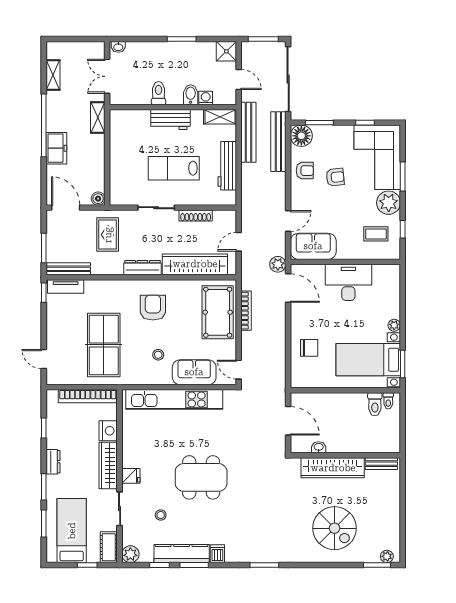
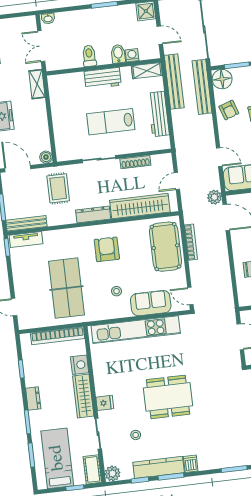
armchair: (305, 171) -> (229, 110), turned 71
door: (288, 221) -> (219, 157), hinge flipped

